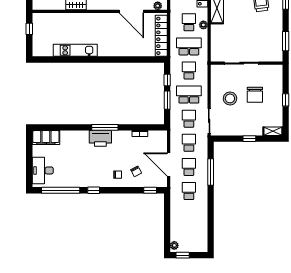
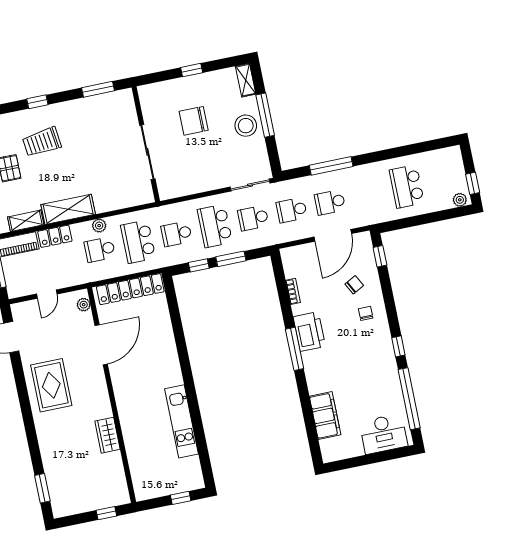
window: (29, 29) -> (181, 498), moved
chair: (255, 95) -> (194, 121), turned 180
stool: (230, 98) -> (246, 126), moved
filing cabinet: (46, 138) -> (325, 416), moved
printer: (100, 138) -> (309, 332), moved
window: (249, 139) -> (265, 115), width x2.17
school desk: (189, 191) -> (407, 187), moved, width x1.85

